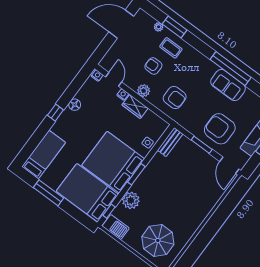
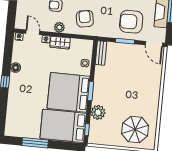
armchair: (175, 98) -> (85, 19), turned -100
bed: (44, 154) -> (15, 117), removed
barbecue: (116, 227) -> (99, 138), removed

